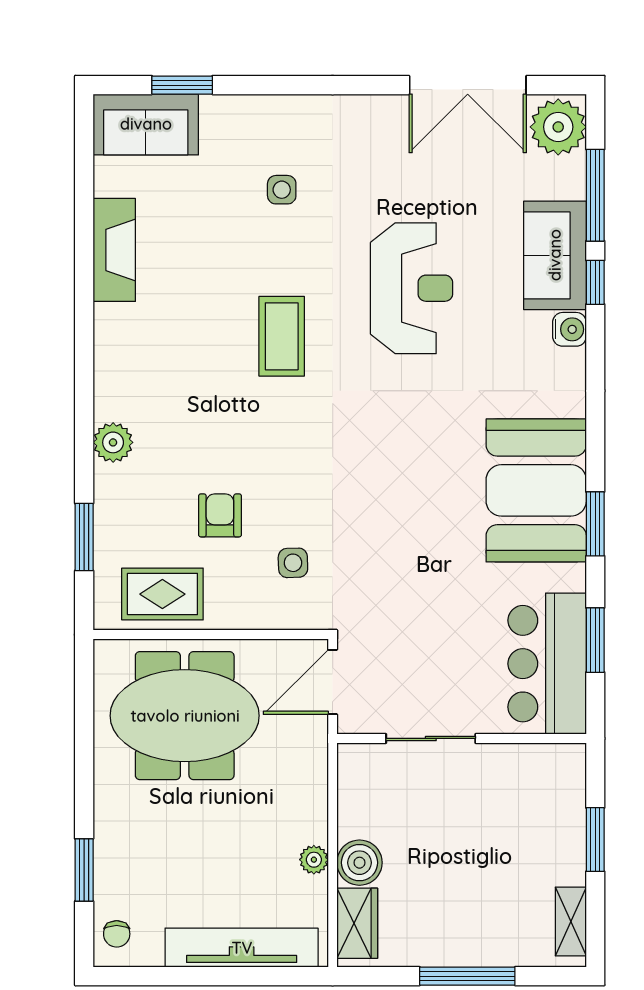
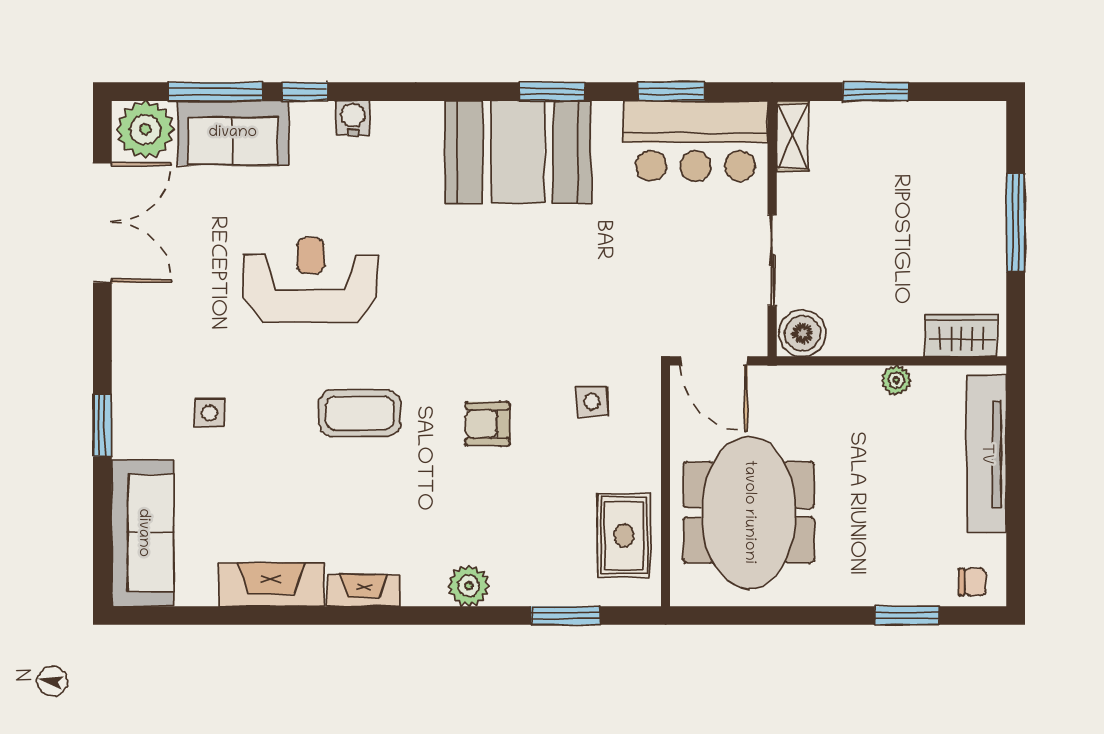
window: (182, 85) -> (102, 425), moved
sofa: (146, 124) -> (143, 533), width x1.36
sofa: (555, 255) -> (233, 133), moved
fireplace: (108, 340) -> (364, 591), added
armchair: (220, 515) -> (487, 424), moved
boiler: (359, 863) -> (802, 333), moved
shelving: (571, 921) -> (792, 136), moved, turned 90

